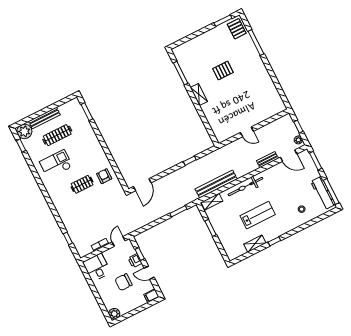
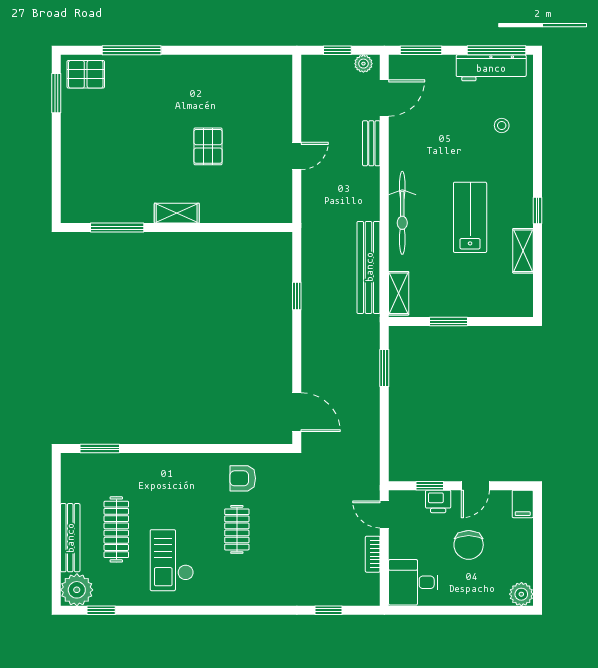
pallet: (223, 70) -> (208, 146), moved

